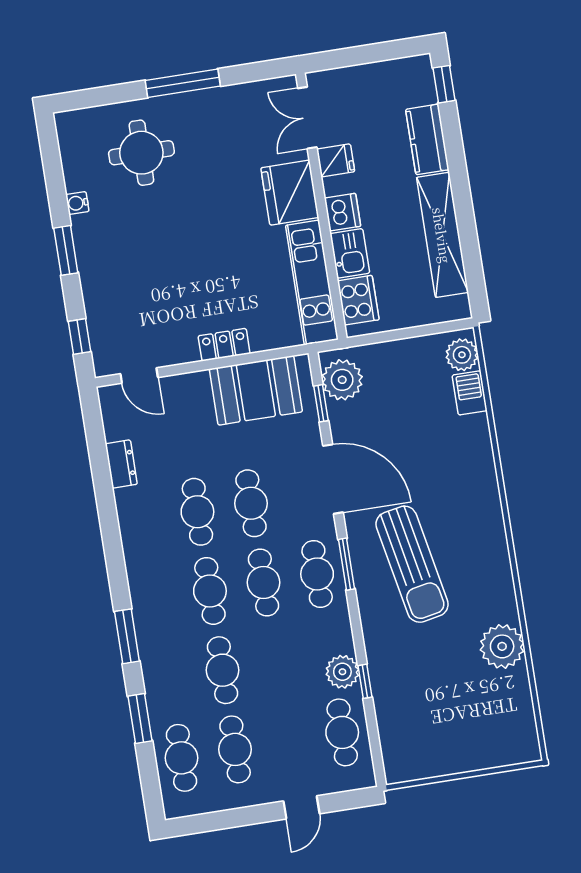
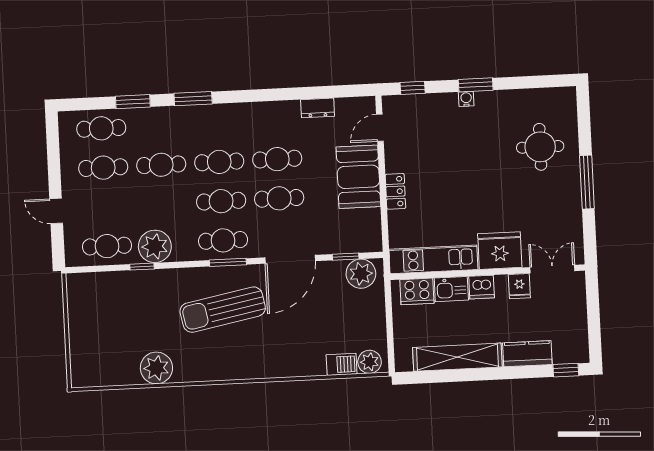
water cooler: (77, 203) -> (466, 99), moved
booth: (256, 390) -> (358, 177), moved
plant: (342, 672) -> (155, 246), width x1.36, depth x1.36

